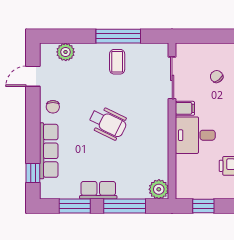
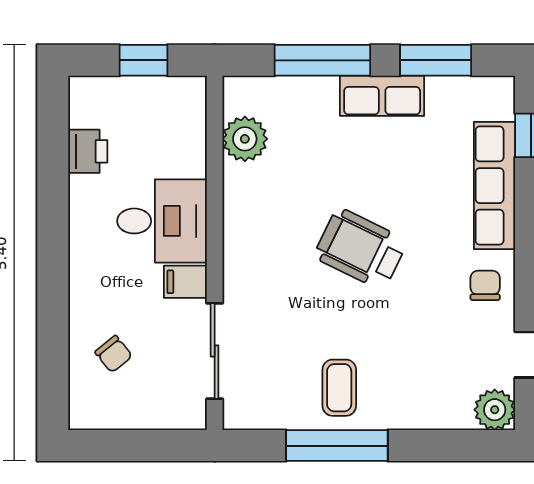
plant: (66, 52) -> (495, 410), moved
plant: (159, 189) -> (245, 139), moved

